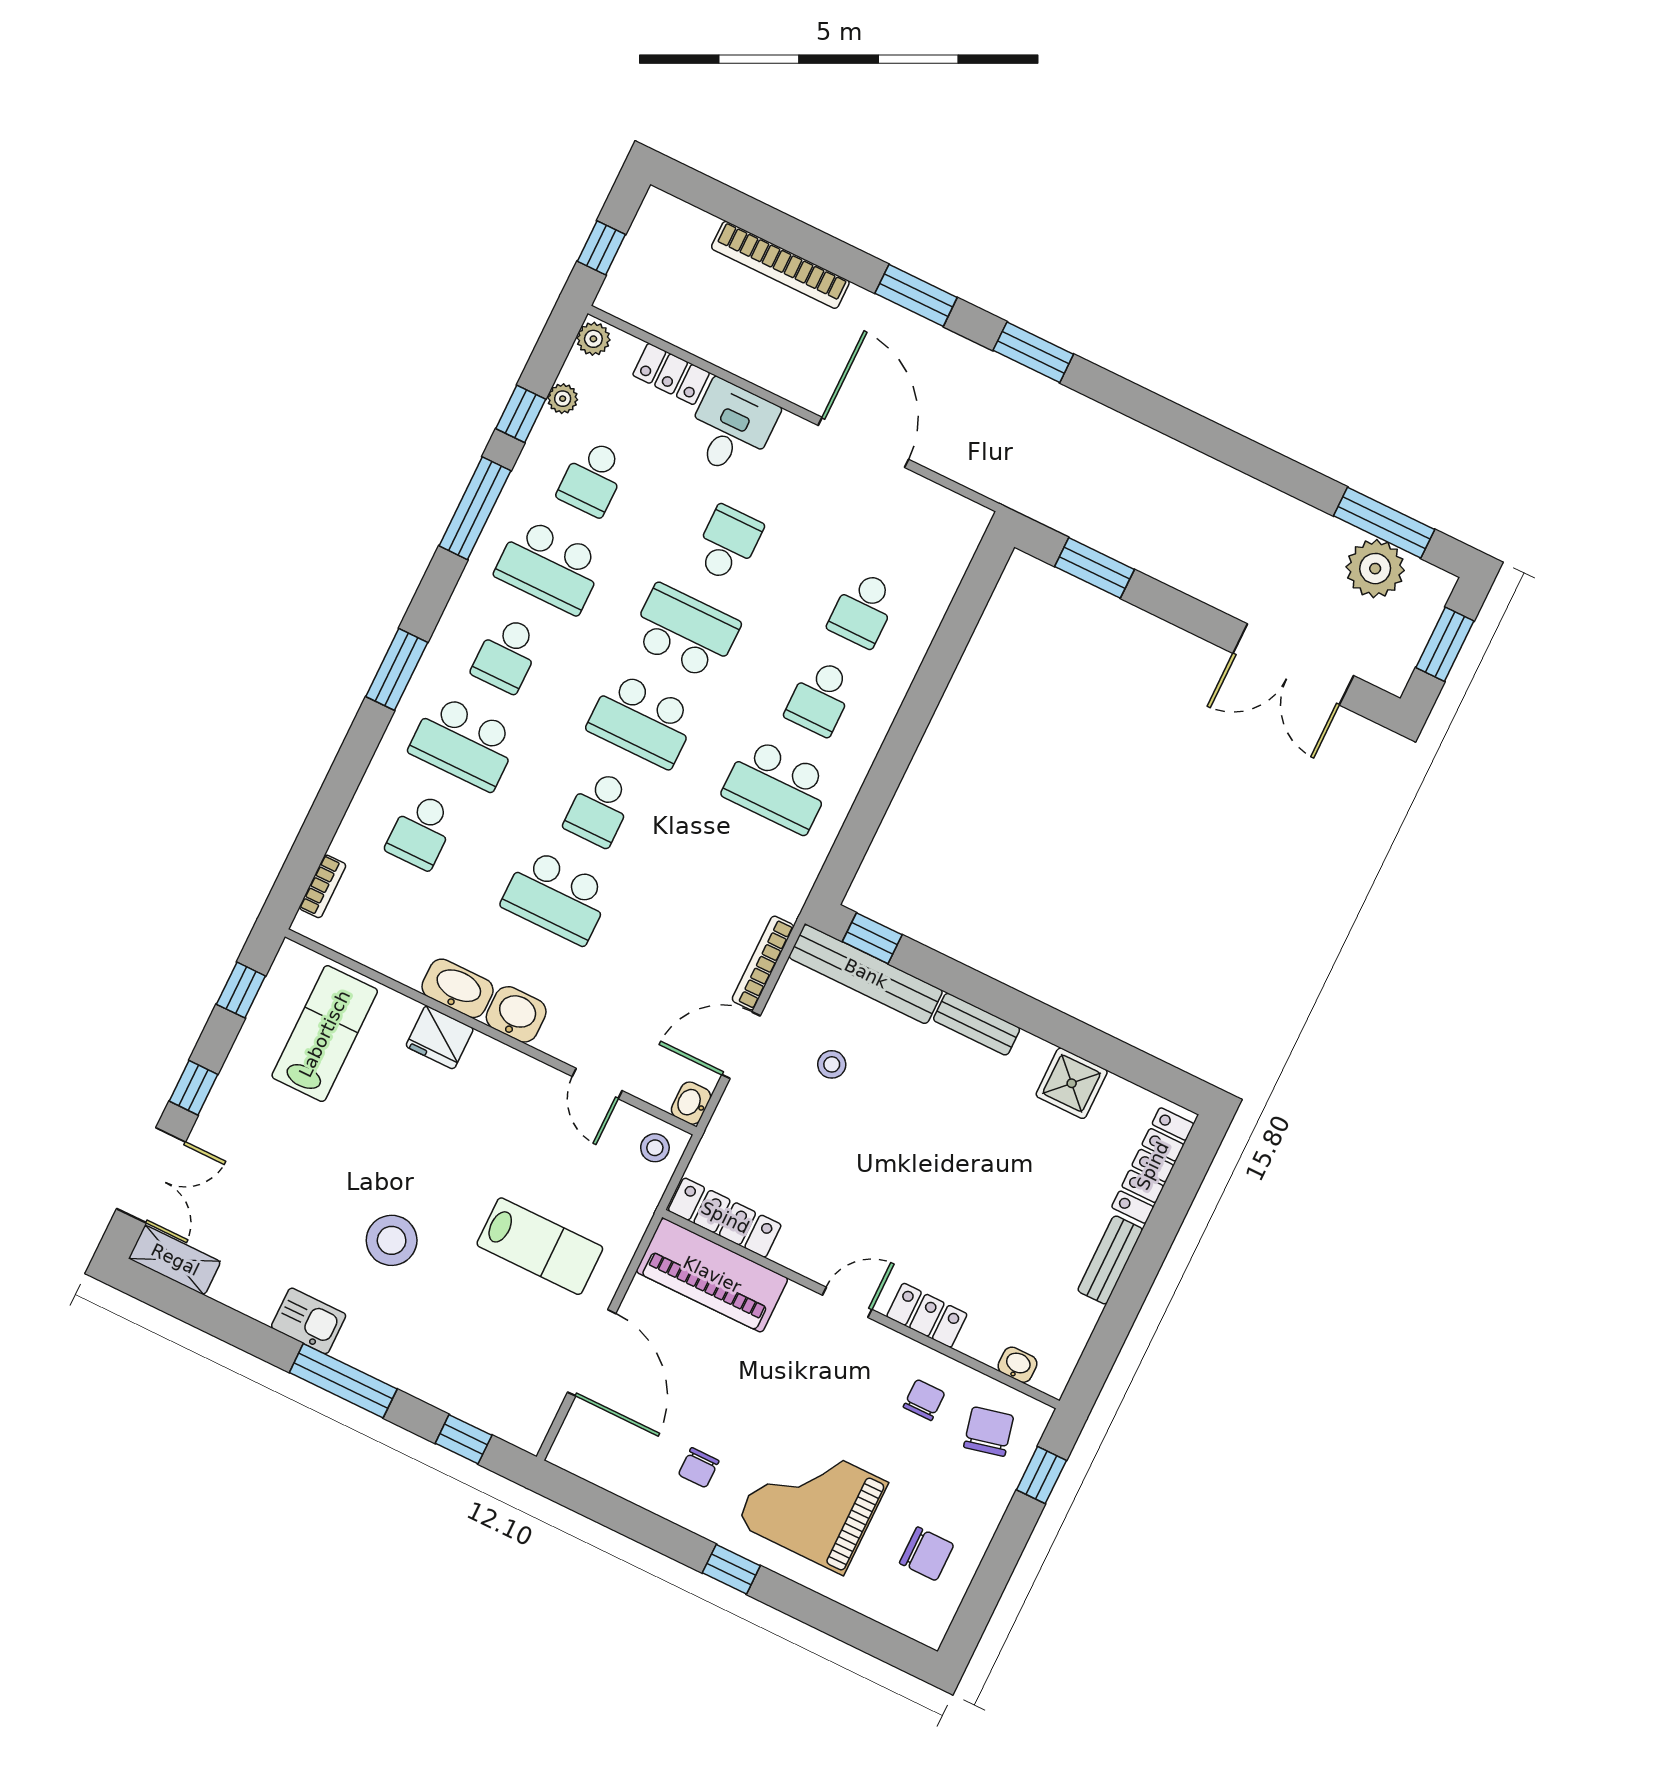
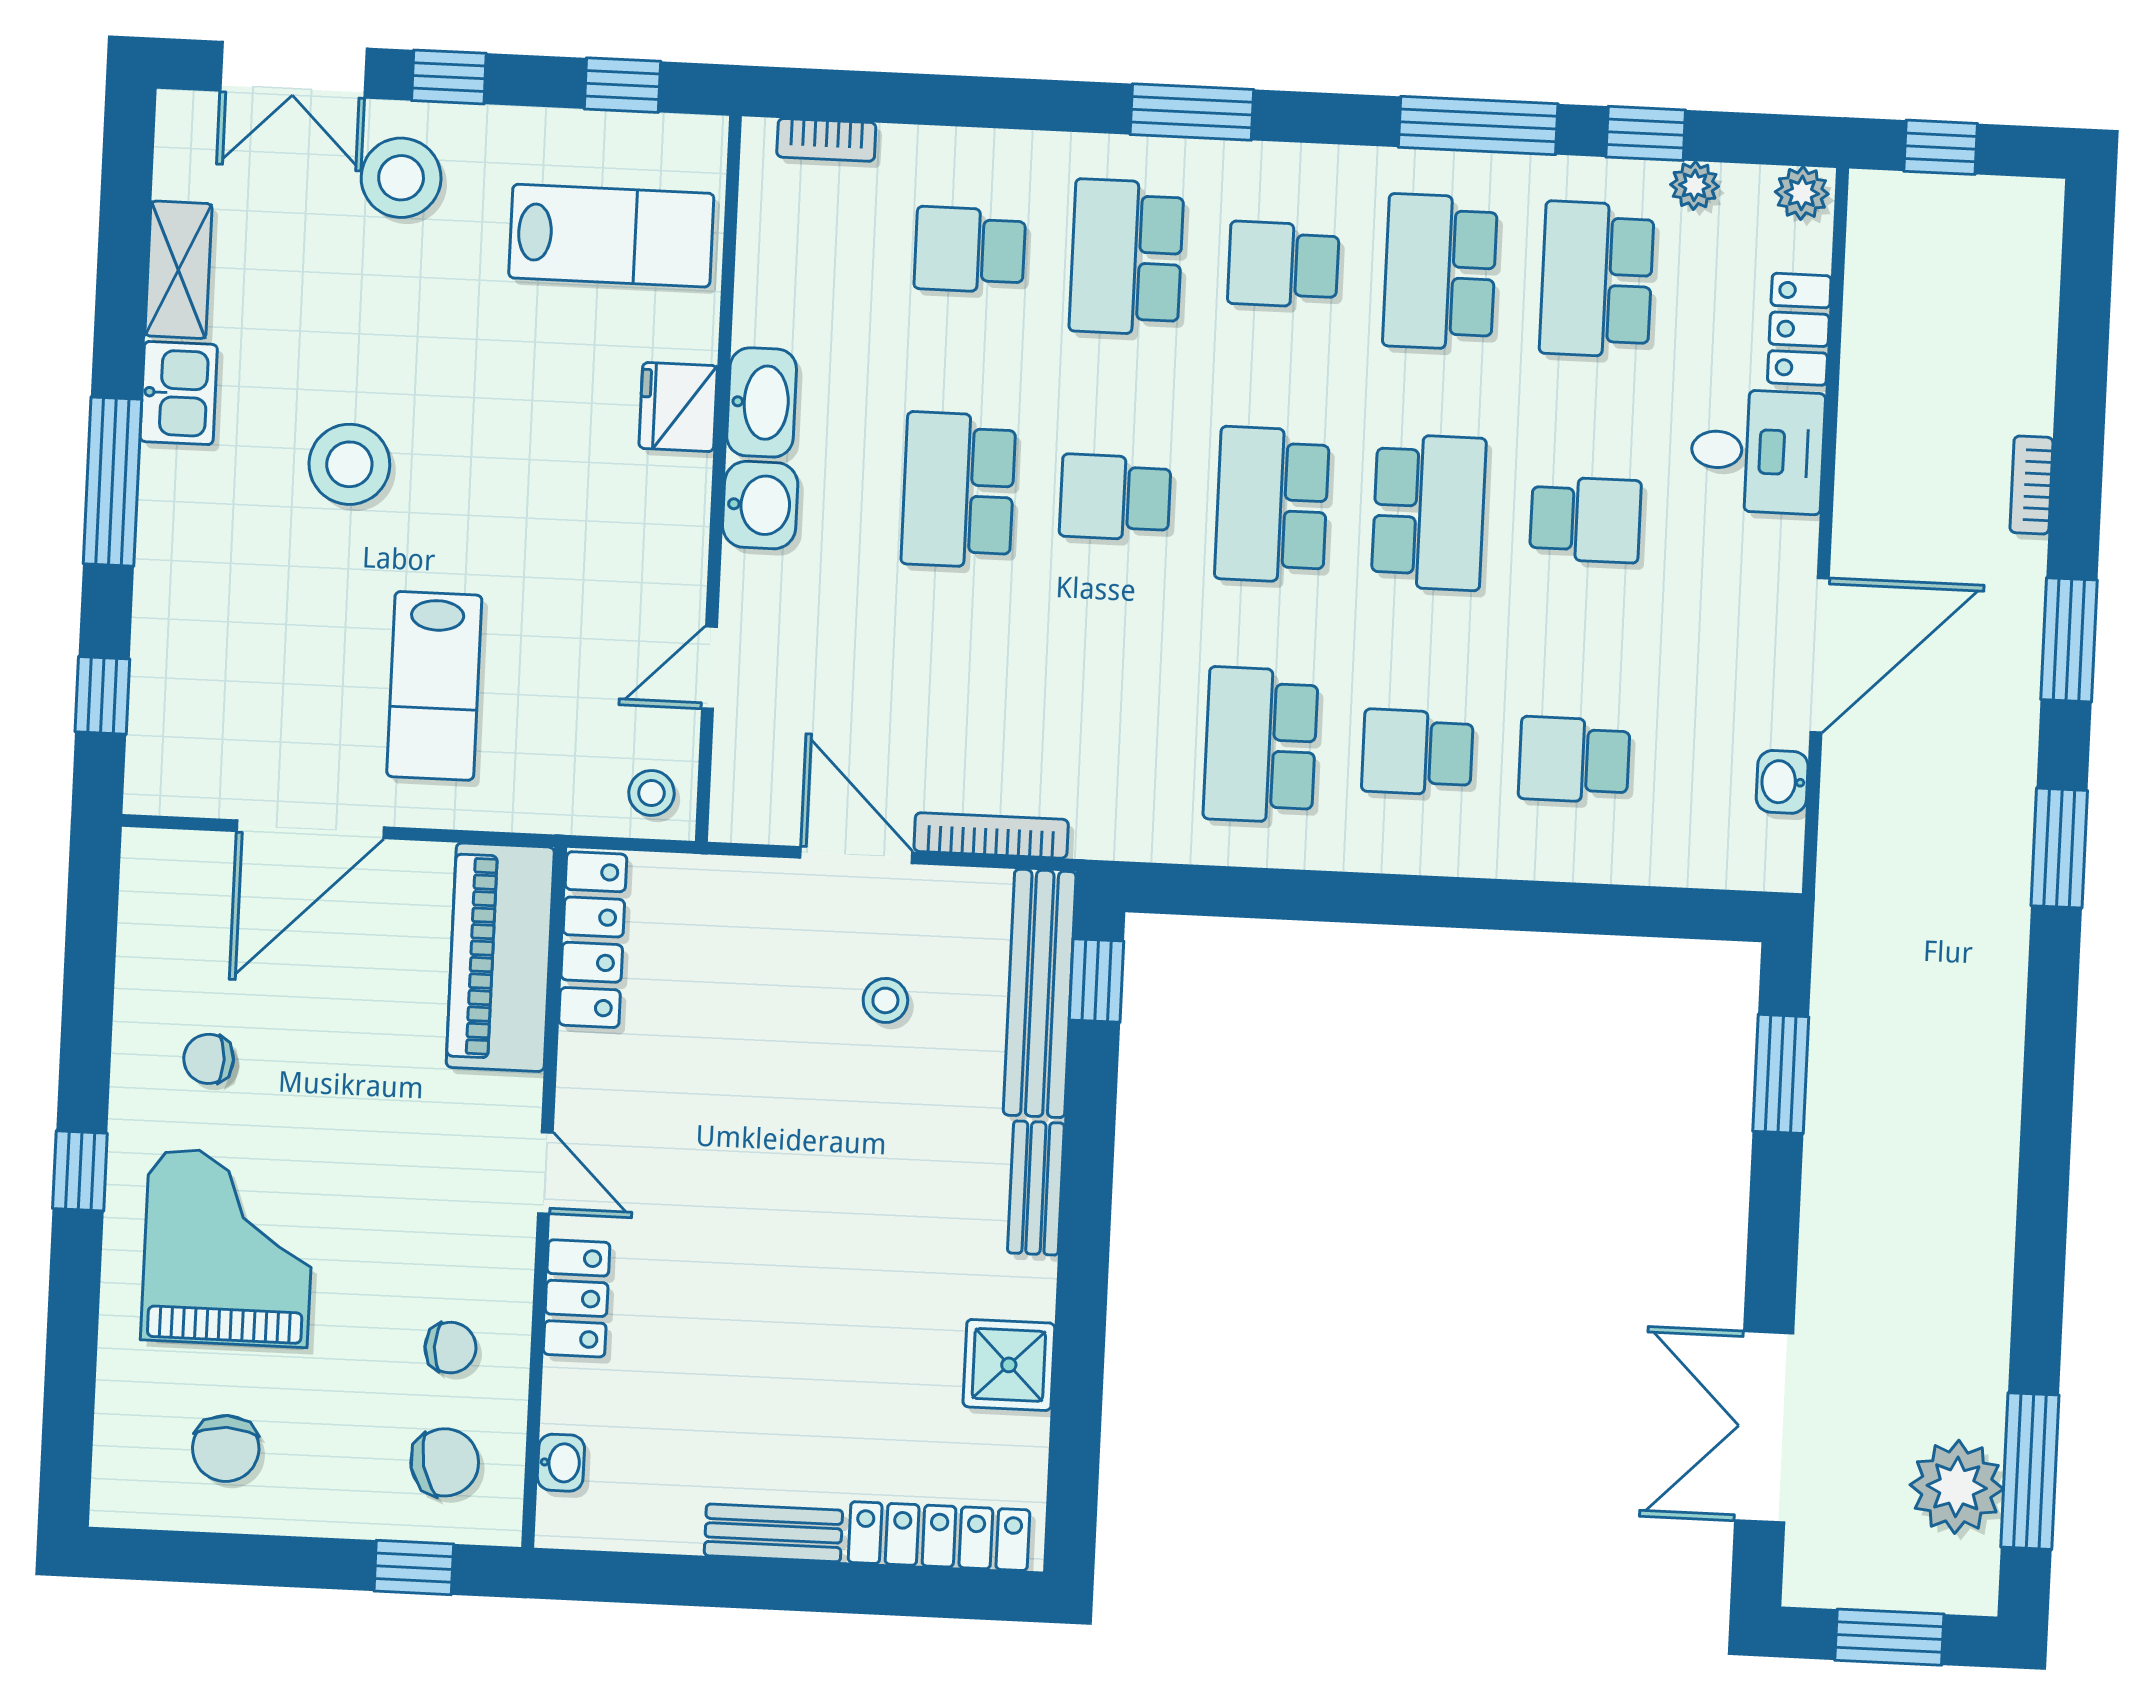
bookcase: (780, 265) -> (2031, 485), width x0.43, depth x0.76
school desk: (593, 478) -> (1597, 279), width x1.85
washbasin: (691, 1103) -> (1782, 782), moved, turned -90
stool: (240, 1140) -> (401, 178), added
shelving: (175, 1260) -> (178, 270), moved

